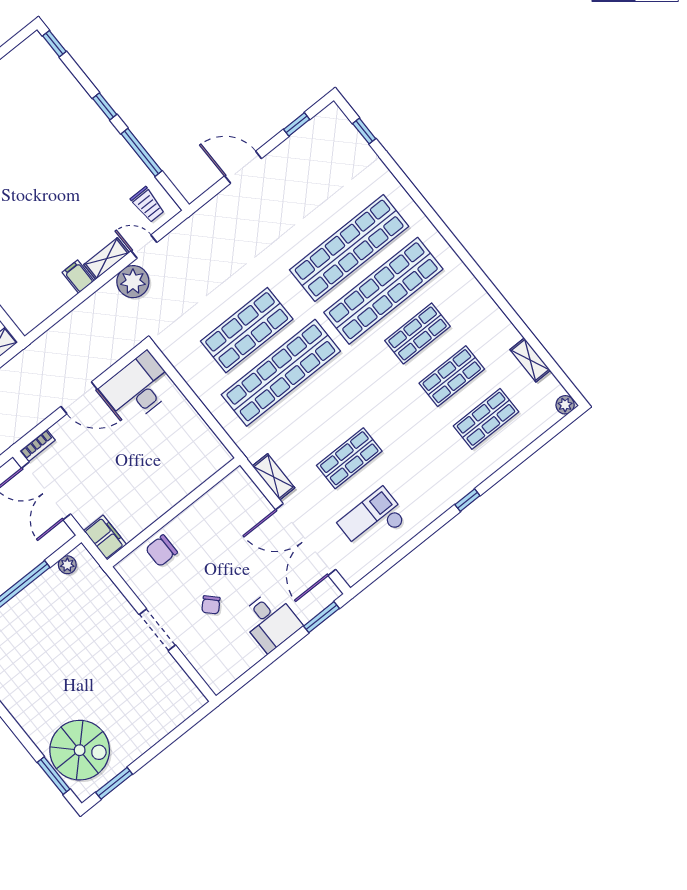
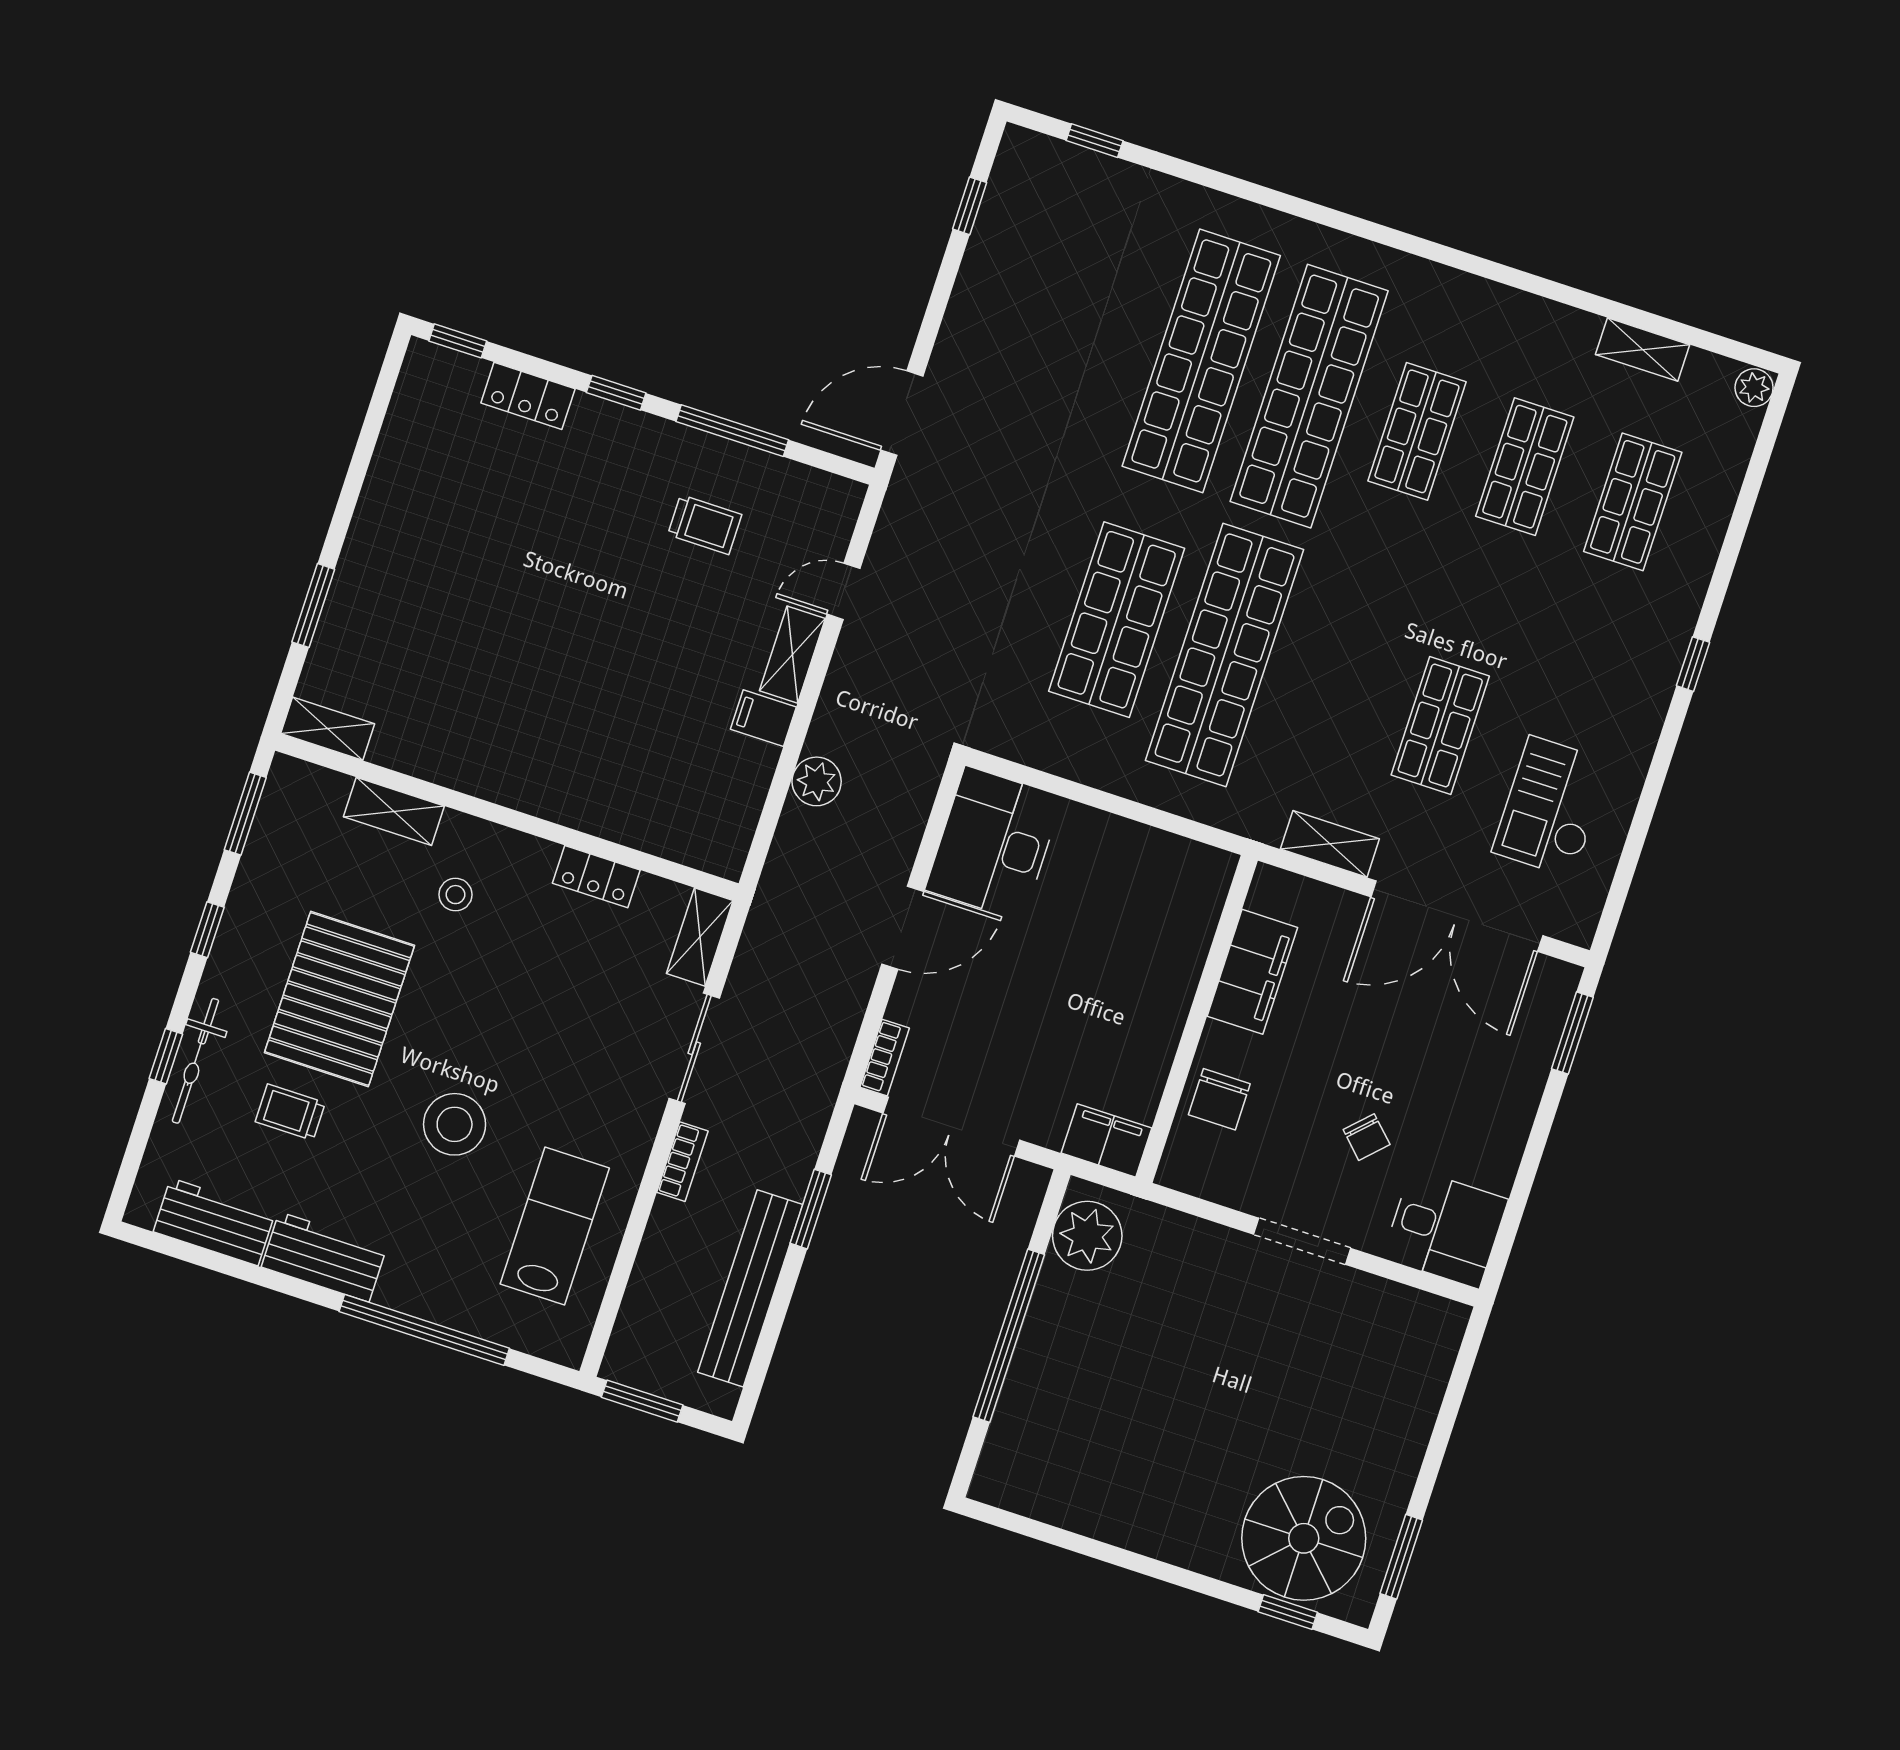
locker: (68, 84) -> (528, 396), added
door: (243, 167) -> (902, 413), moved
trolley: (147, 205) -> (705, 525), moved
plant: (133, 282) -> (817, 781), moved, width x0.73, depth x0.73
filing cabinet: (208, 508) -> (1252, 972), added
plant: (67, 565) -> (1087, 1236), width x1.88, depth x1.88
desk: (270, 621) -> (1445, 1228), moved
window: (54, 776) -> (1288, 1612), width x0.67

